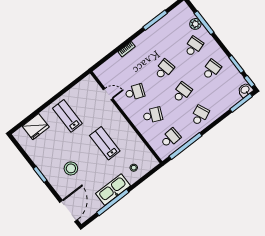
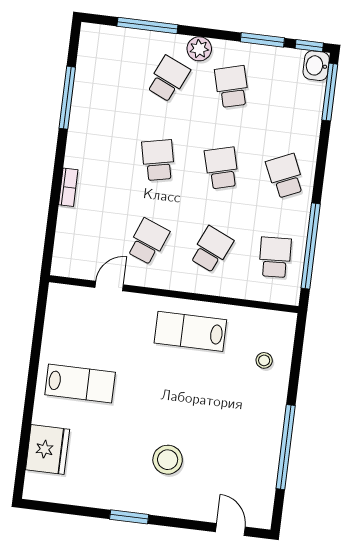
plant: (195, 24) -> (199, 49), moved
school desk: (194, 47) -> (168, 79), turned 42
lab bench: (67, 116) -> (80, 383), turned 180
lab bench: (105, 143) -> (190, 331), moved
kitchen sink: (113, 190) -> (266, 427), removed
door: (69, 211) -> (230, 529), width x0.53

